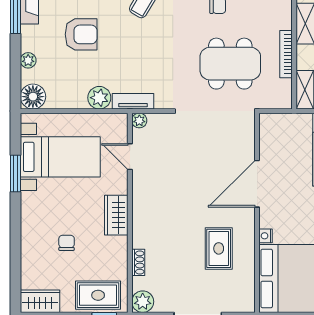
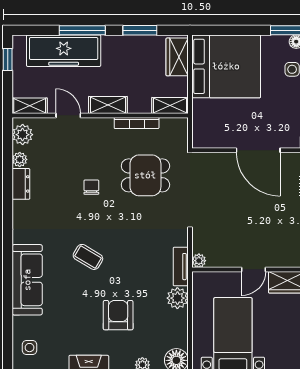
dining table: (230, 64) -> (145, 175), width x0.73
door: (130, 157) -> (254, 269), moved

